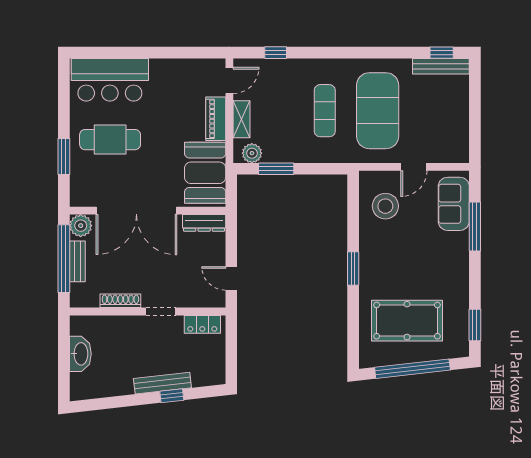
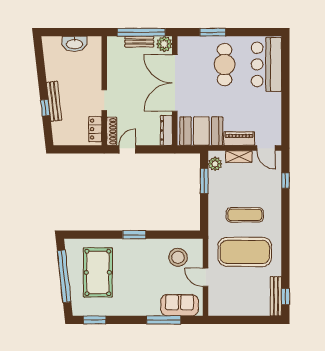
shoe rack: (120, 301) -> (112, 131), moved

